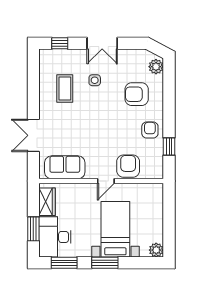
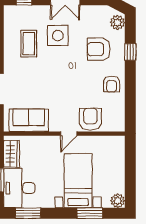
side table: (95, 80) -> (58, 36), width x1.87, depth x1.87
armchair: (150, 130) -> (112, 84), turned 180
window: (169, 147) -> (130, 52), moved
window: (105, 263) -> (90, 213), moved

